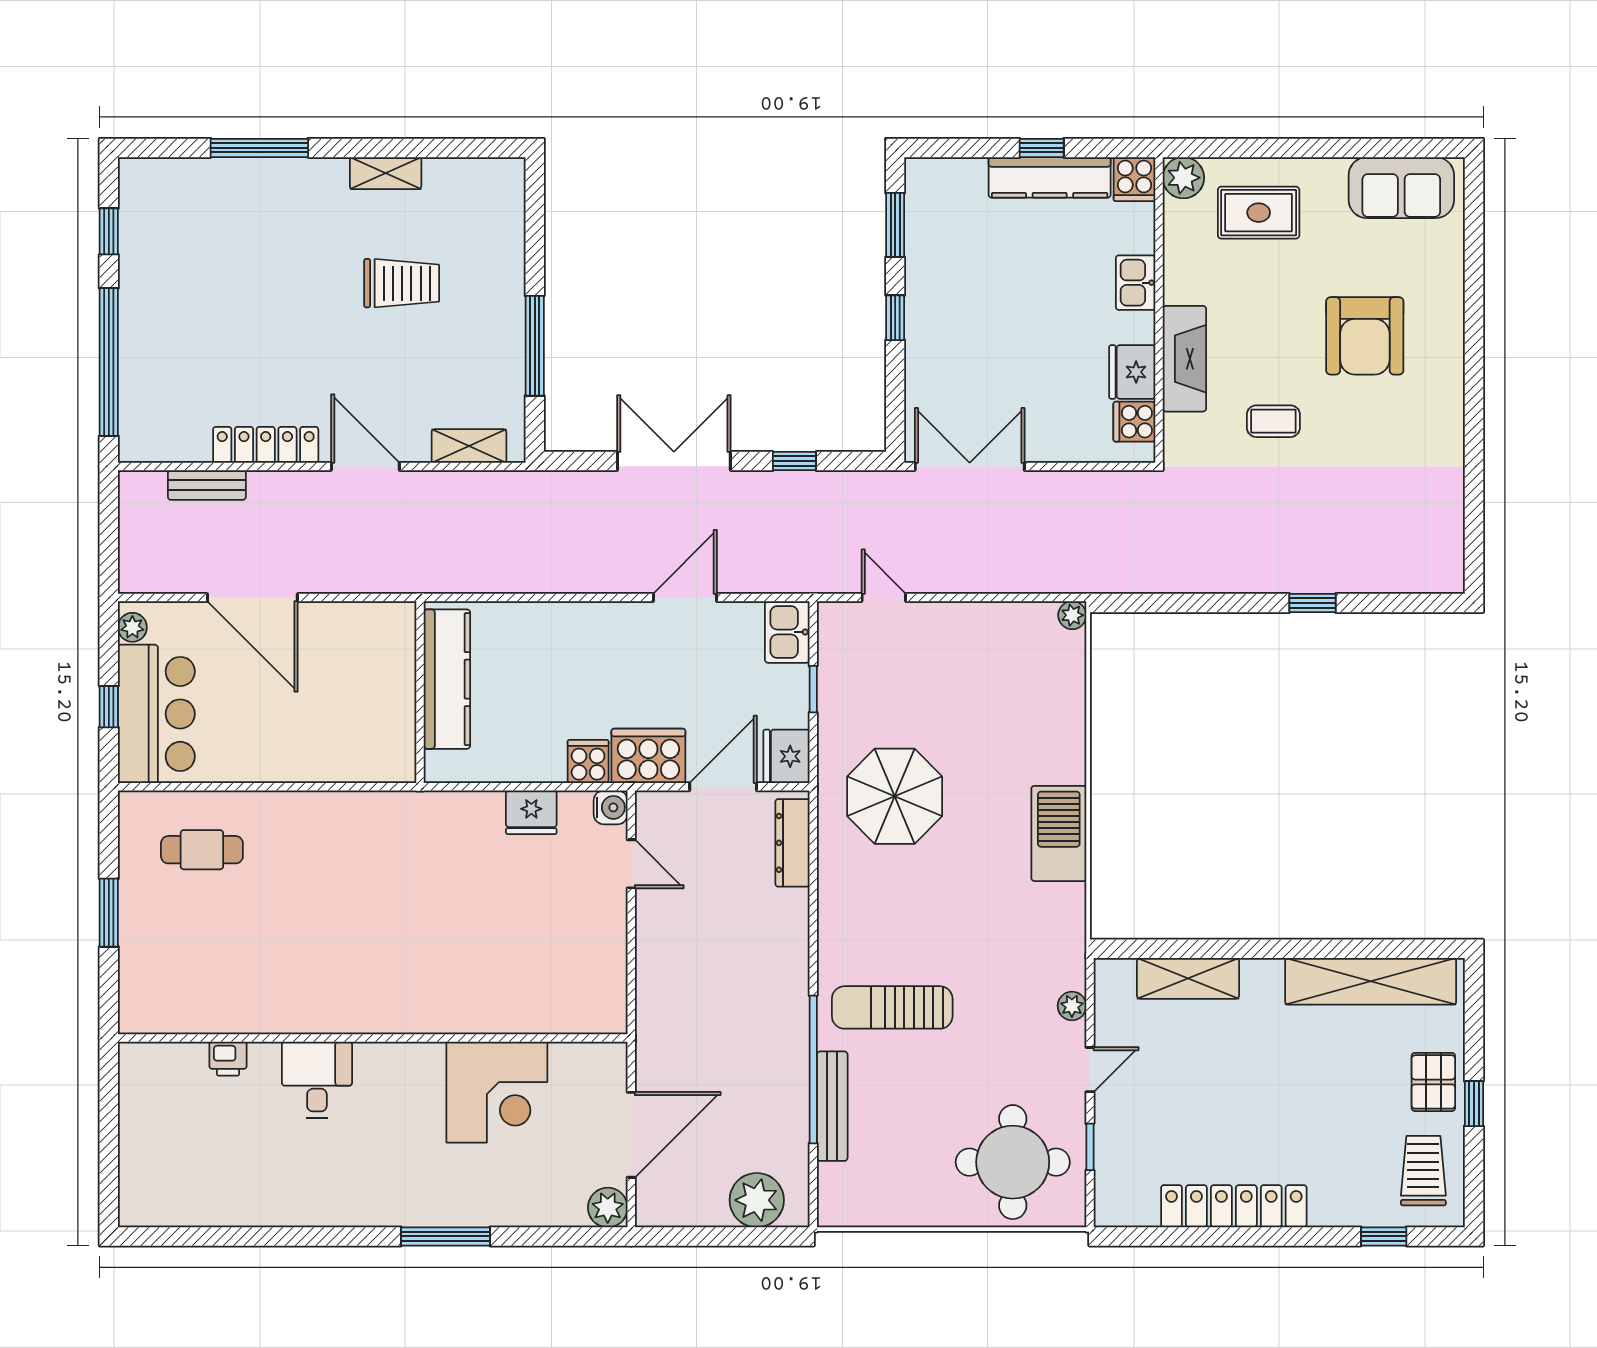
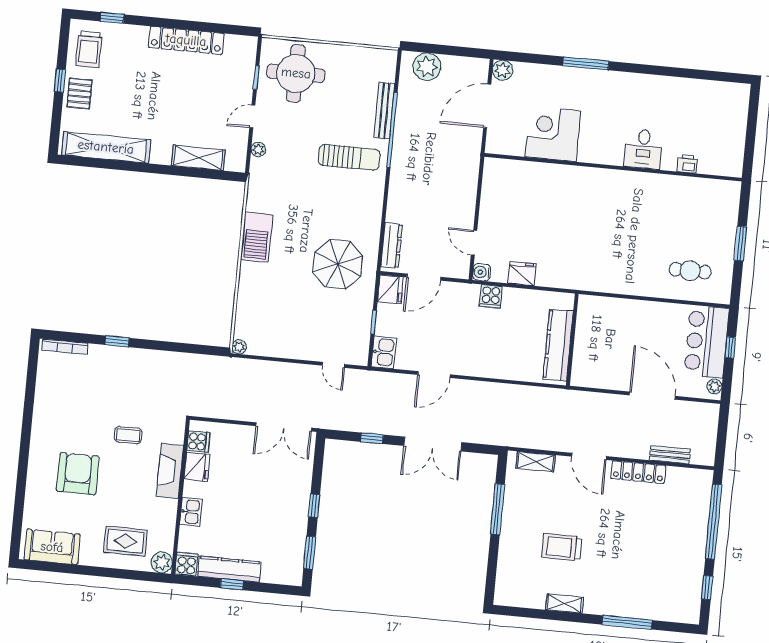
bookcase: (1414, 583) -> (65, 347), added
cooker: (648, 756) -> (460, 296), removed

